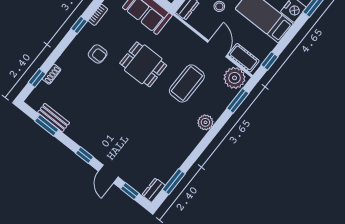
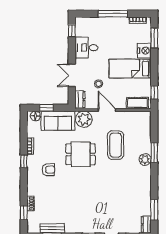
door: (217, 49) -> (107, 110), moved
plant: (235, 78) -> (84, 119), moved
window: (238, 101) -> (154, 153), moved

